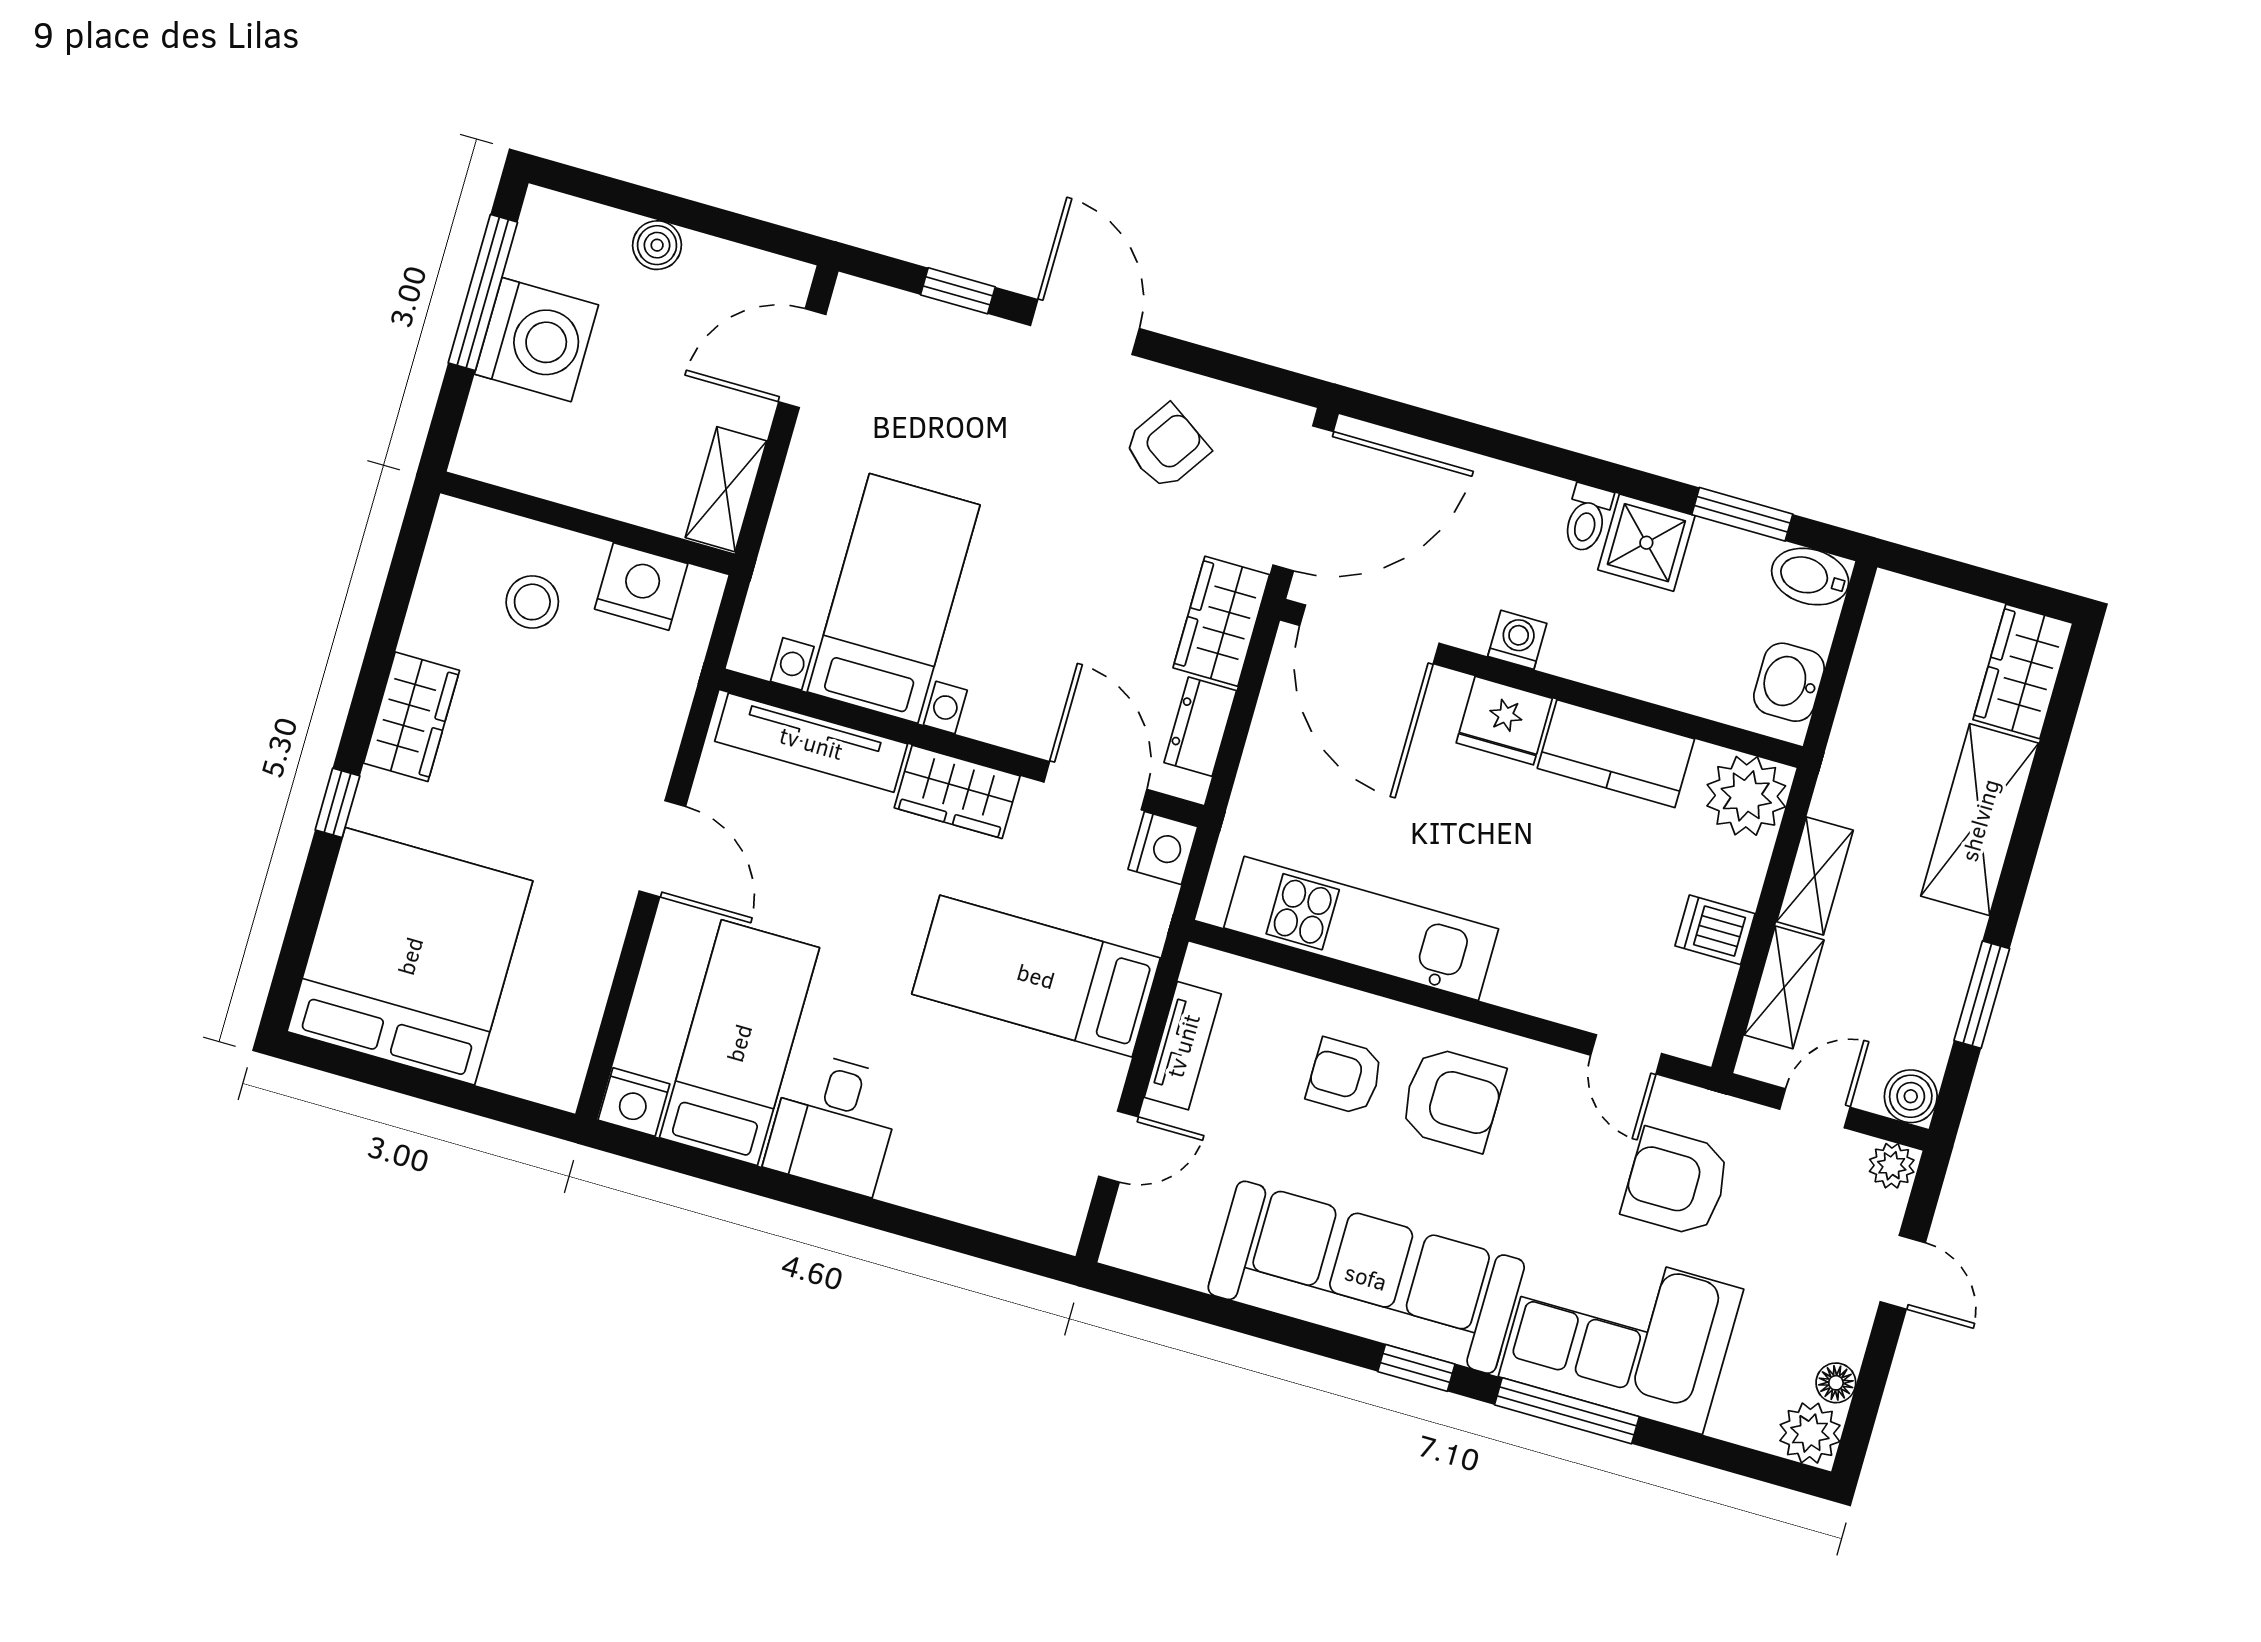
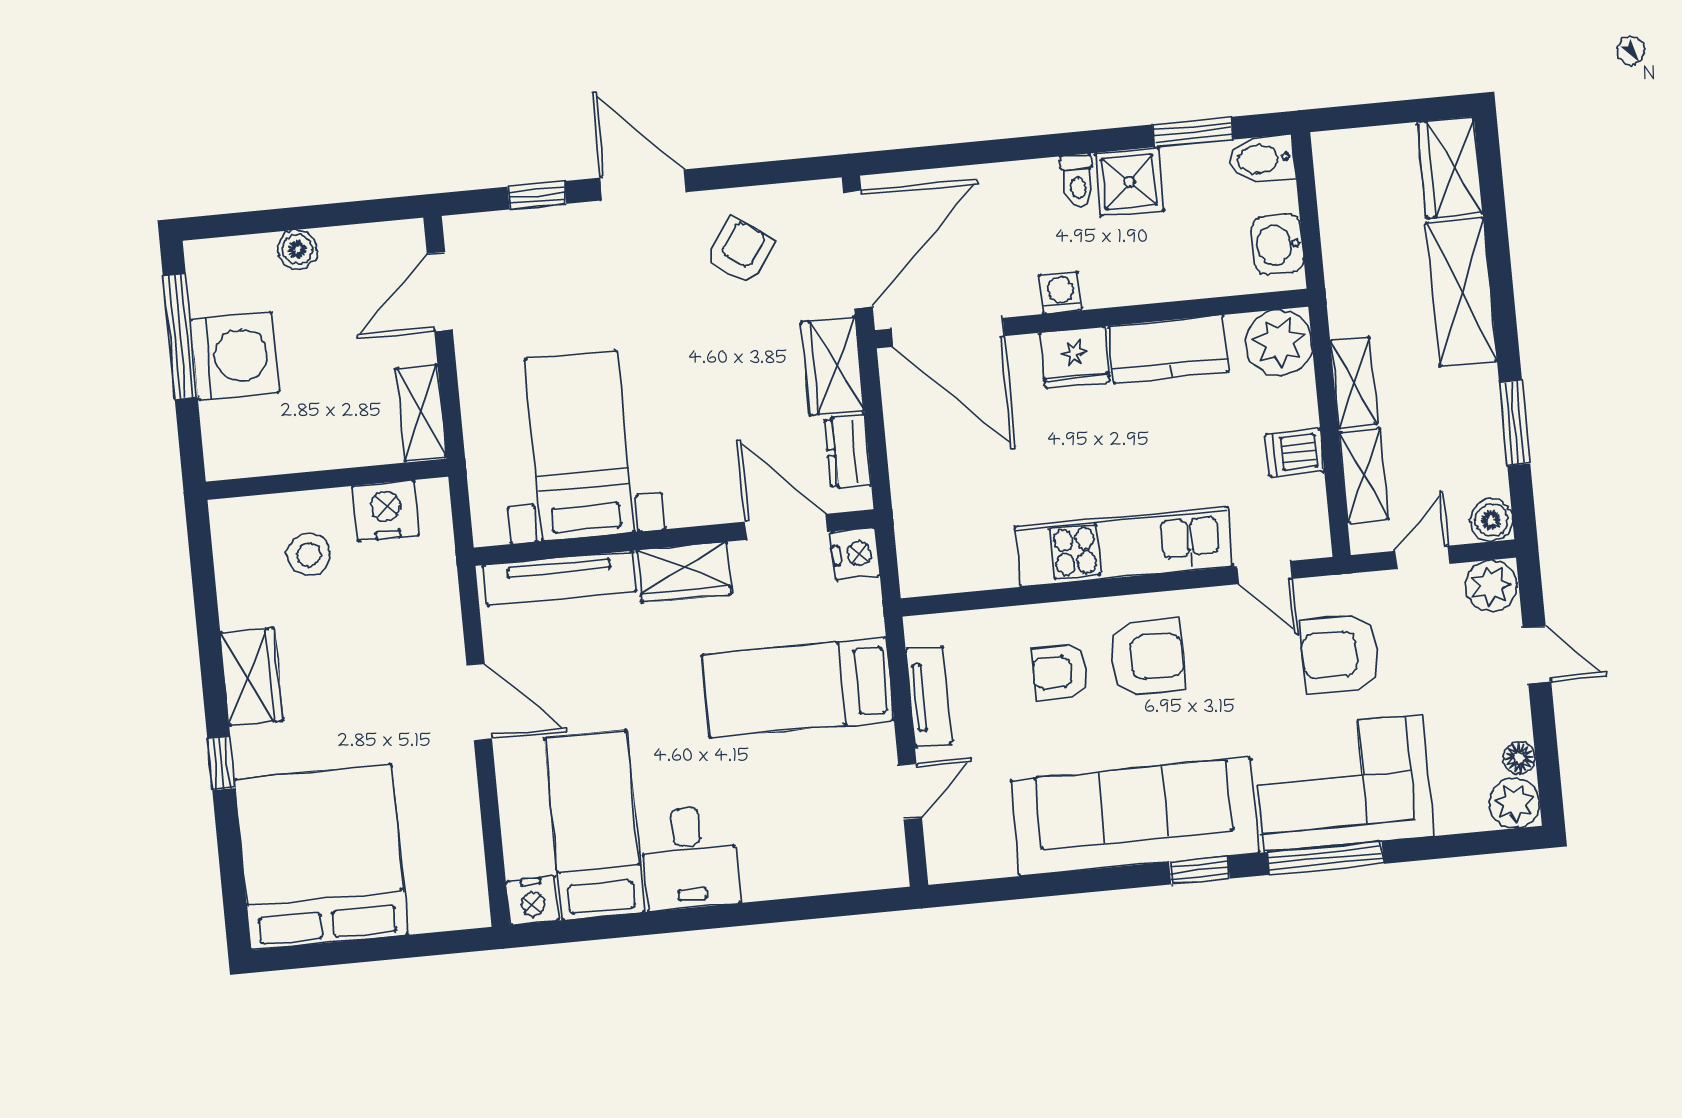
kitchen unit: (1361, 928) -> (1124, 547), moved
plant: (1892, 1166) -> (1491, 586), width x1.38, depth x1.38

